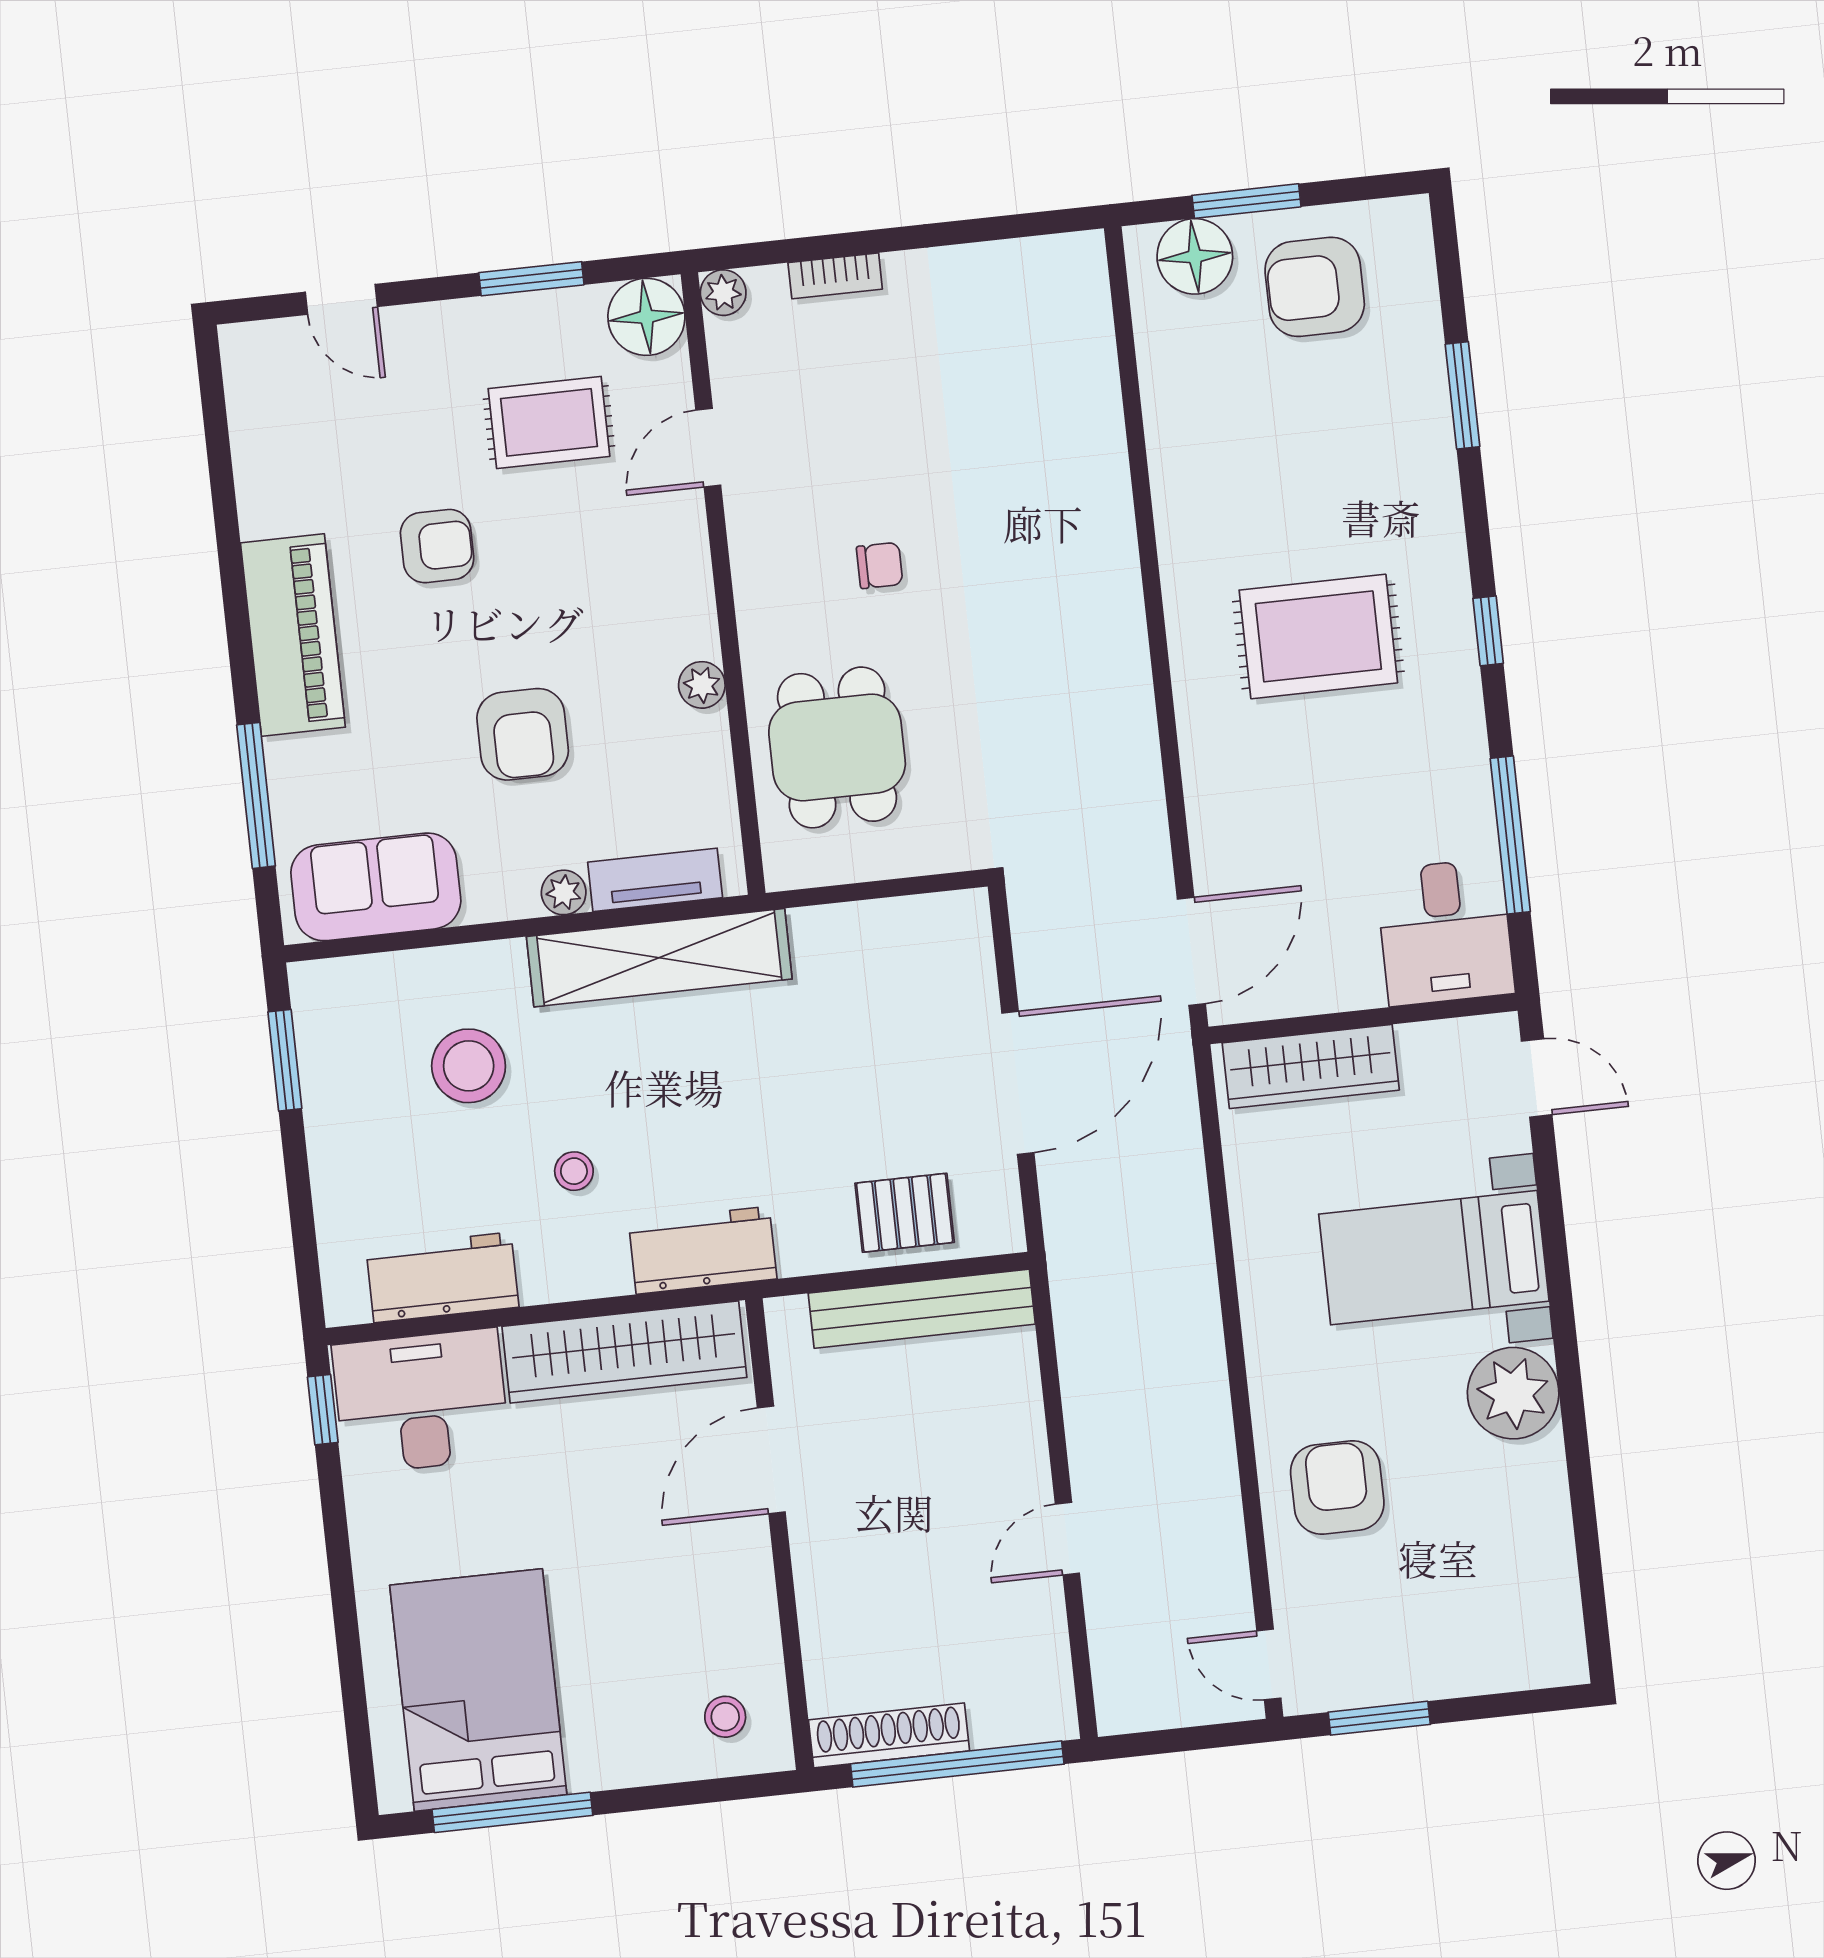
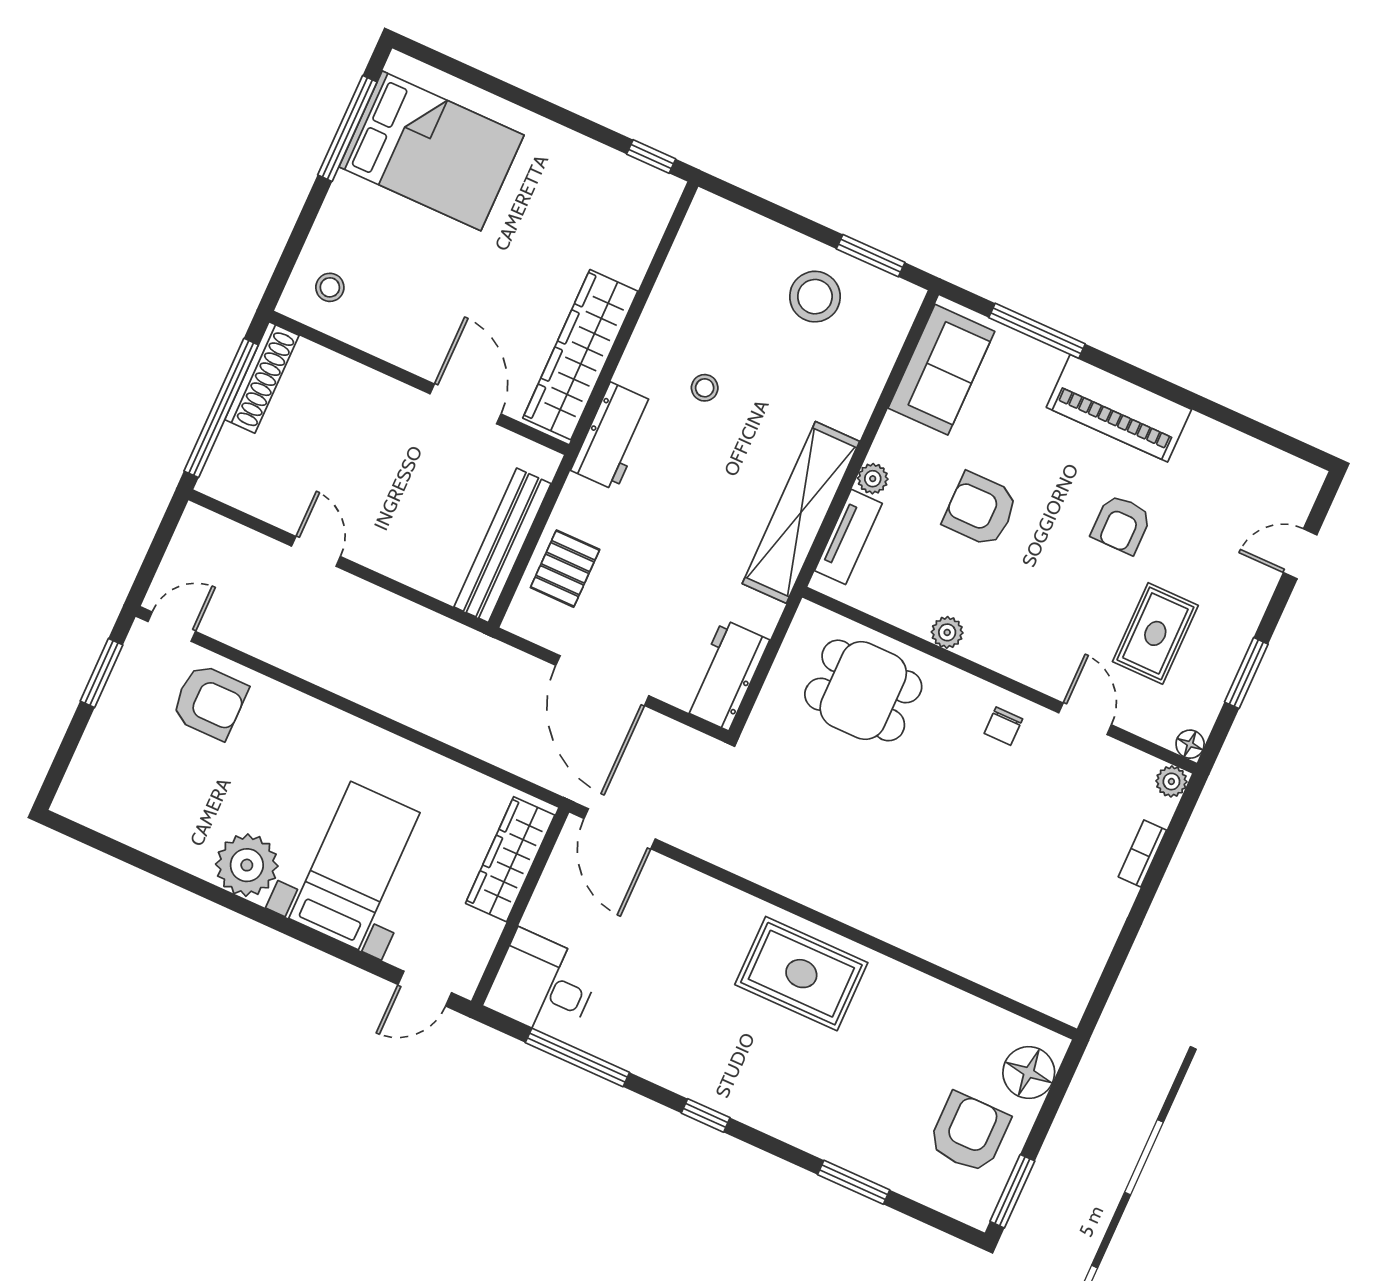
window: (1246, 201) -> (1012, 1191), moved
floor lamp: (646, 317) -> (1190, 744), width x0.53, depth x0.53
chair: (880, 565) -> (1003, 726), moved
rug: (1318, 636) -> (801, 974), moved, turned 90
stool: (469, 1066) -> (815, 297), moved
workbench: (442, 1277) -> (726, 675), moved, turned 180
desk: (421, 1401) -> (622, 217), removed
armchair: (1337, 1487) -> (210, 702), moved

